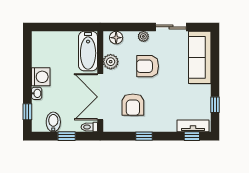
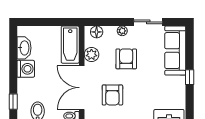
armchair: (148, 66) -> (126, 59), turned 90
washbasin: (37, 93) -> (24, 48), moved, width x1.91, depth x1.45
window: (215, 105) -> (190, 77), moved

